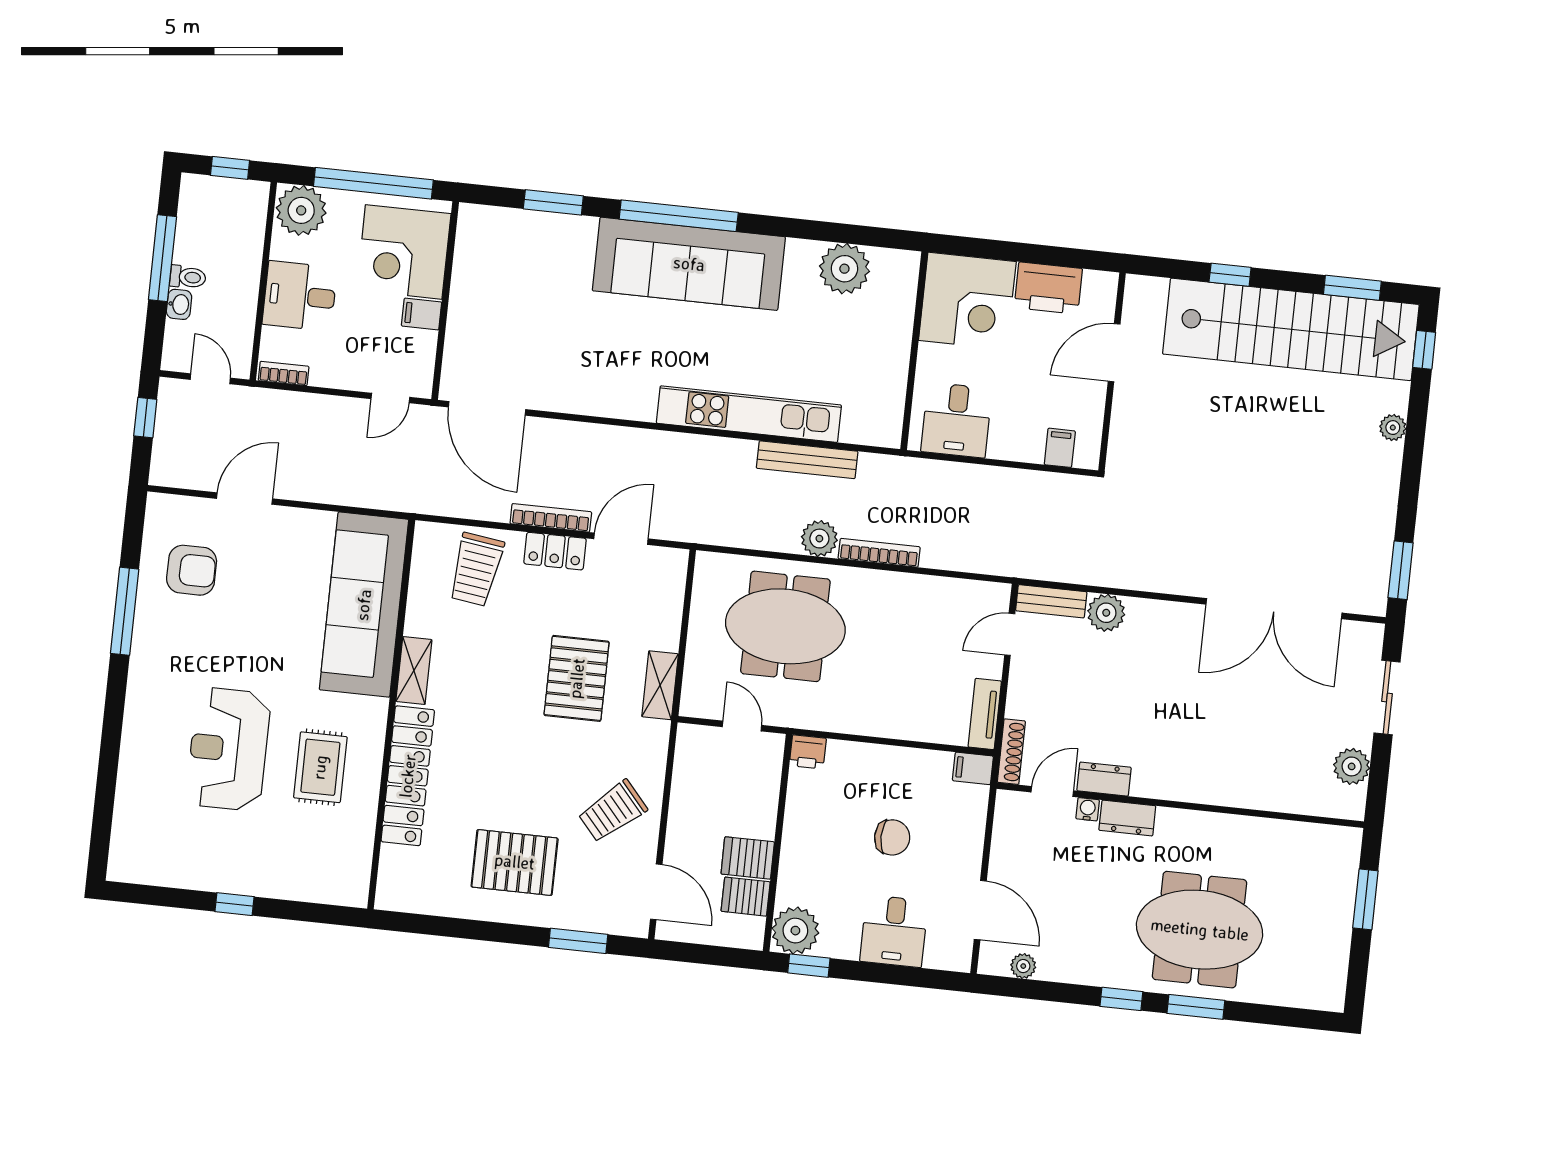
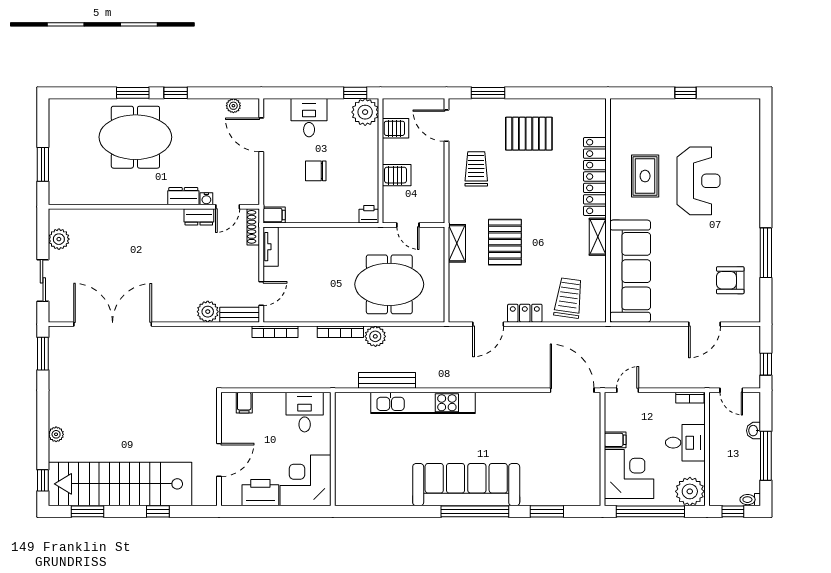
plant: (844, 269) -> (377, 491), removed
toilet: (188, 277) -> (750, 500), moved
bookcase: (551, 518) -> (275, 332), moved
trolley: (613, 811) -> (476, 169), turned -49
server rack: (748, 858) -> (397, 175), moved

